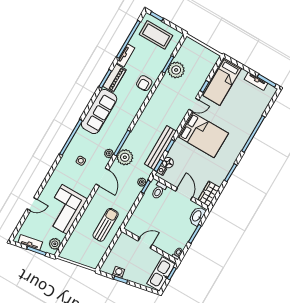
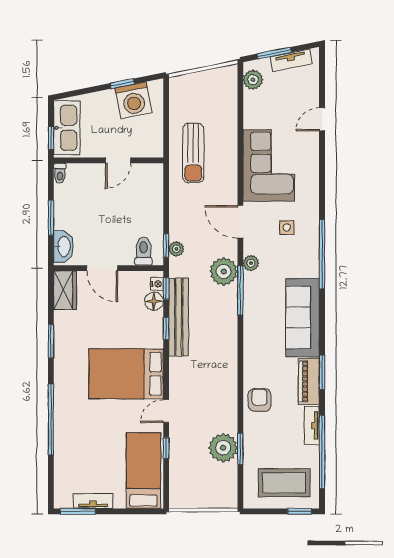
corner sofa: (64, 209) -> (269, 165), moved
washing machine: (119, 272) -> (133, 100), width x1.89, depth x1.89

